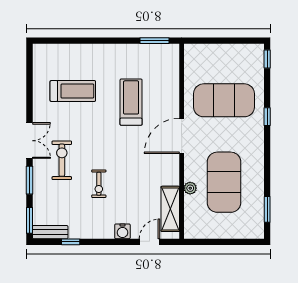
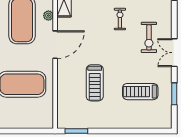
door: (182, 136) -> (55, 45), moved
window: (30, 180) -> (174, 94), moved

